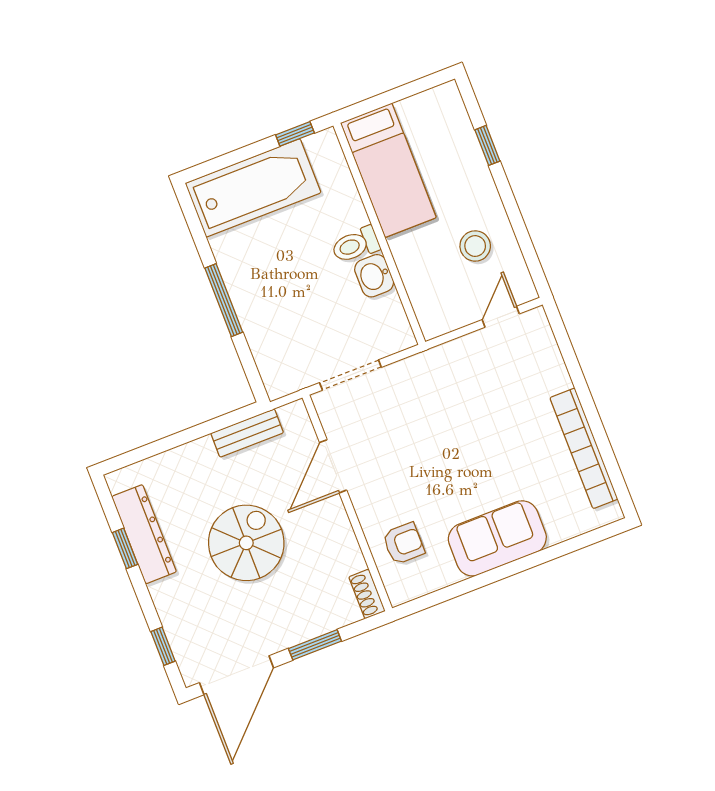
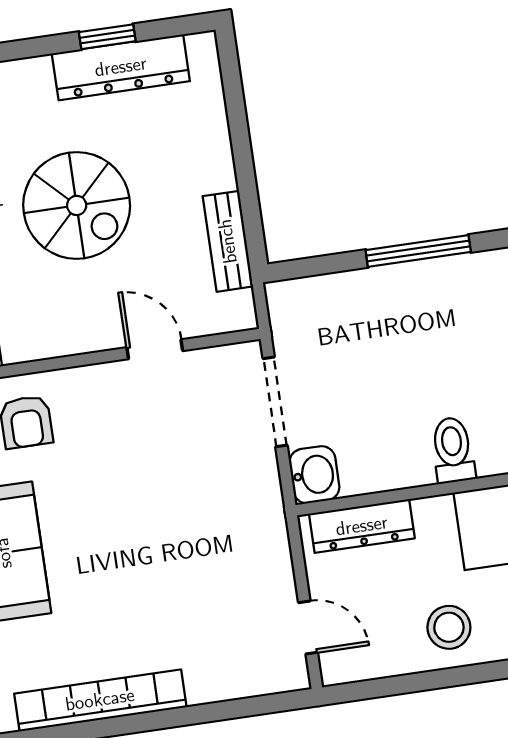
stool: (475, 246) -> (449, 627), moved
washbasin: (374, 276) -> (314, 475), moved, turned 90
dresser: (422, 296) -> (362, 526), added
door: (333, 466) -> (155, 349), width x0.73

